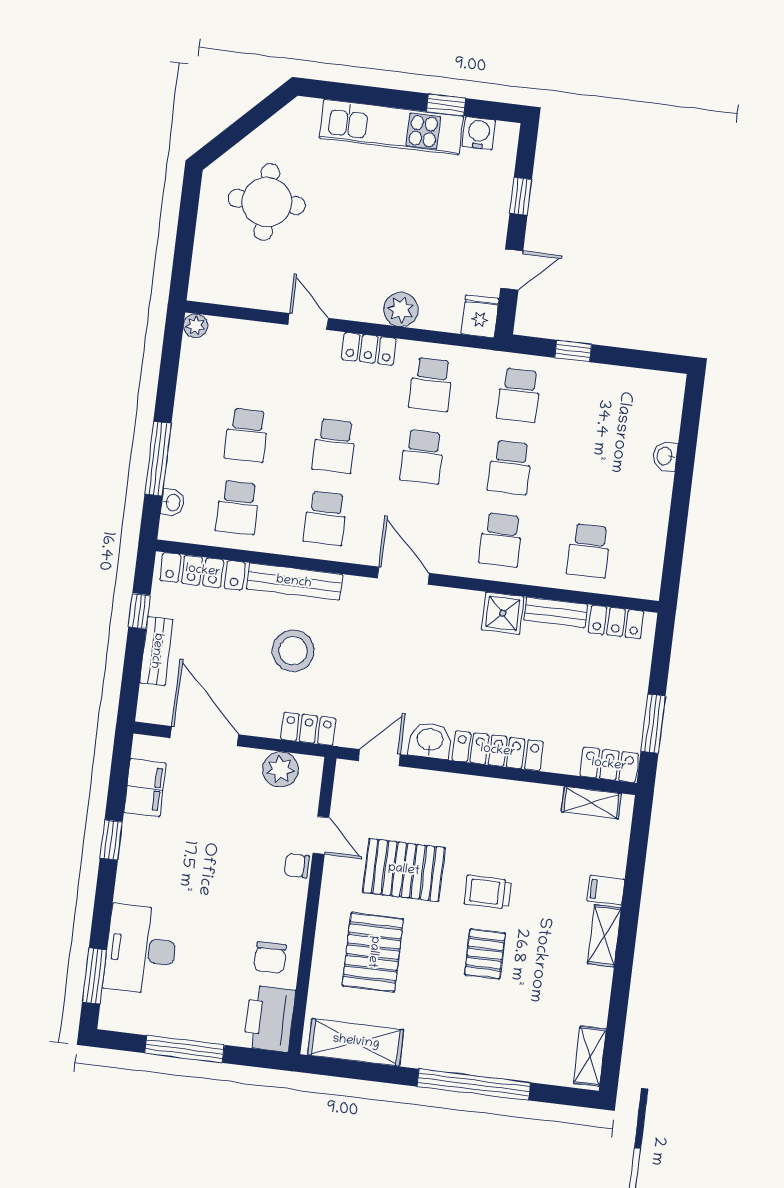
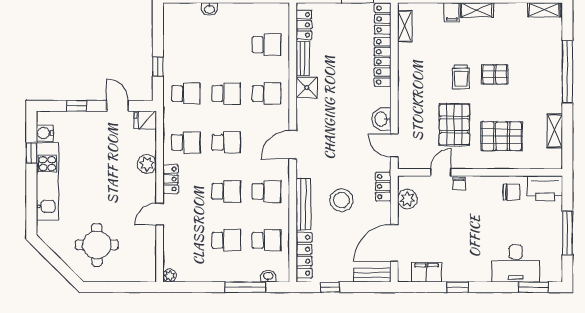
bench: (156, 651) -> (372, 275), moved
locker: (498, 751) -> (383, 62), moved
shelving: (356, 1042) -> (555, 131), width x0.67, depth x0.75

